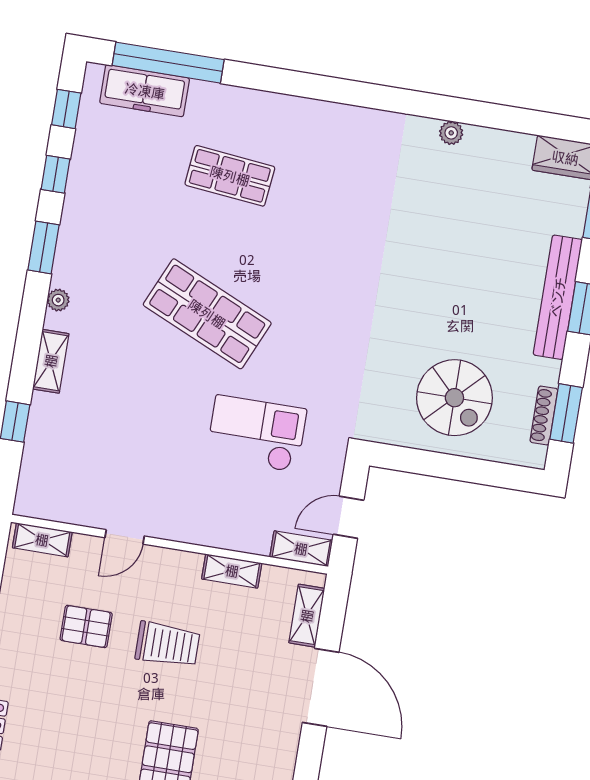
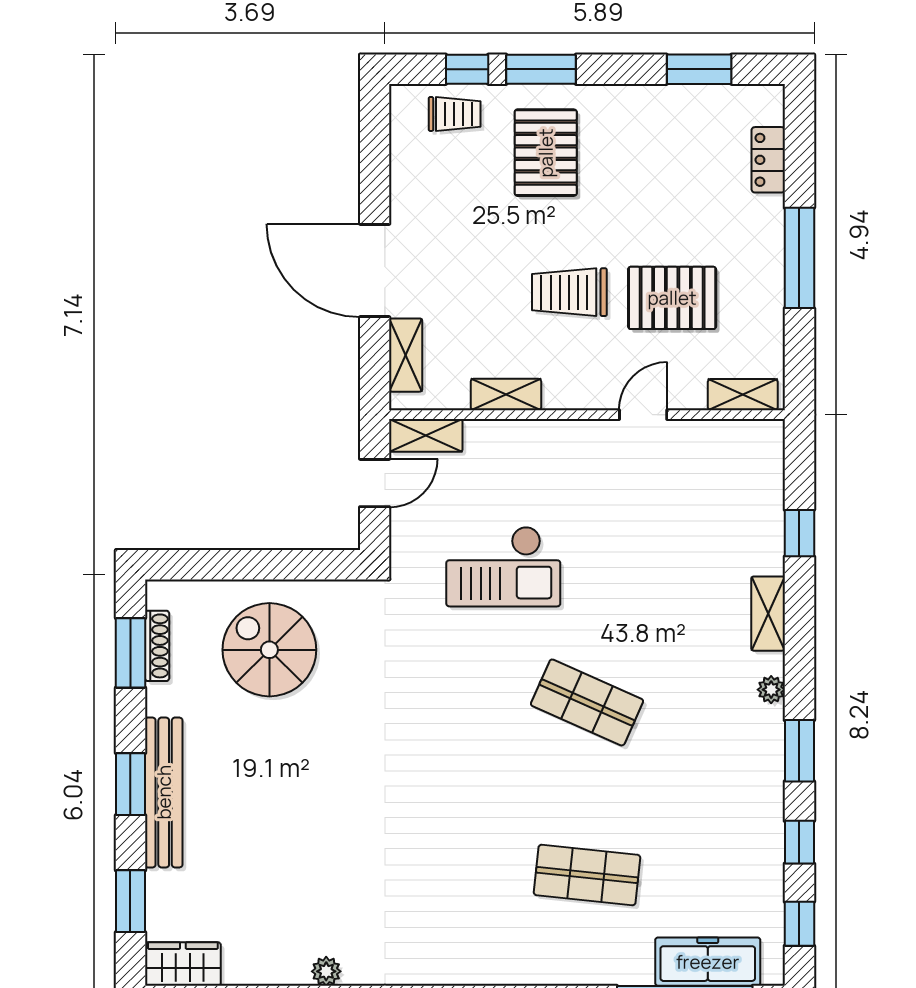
shop shelf: (207, 314) -> (587, 702), width x0.70, depth x0.74
pallet: (86, 626) -> (672, 298), width x1.50, depth x1.42

